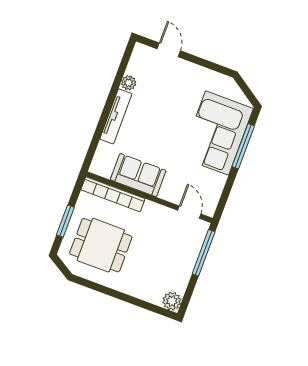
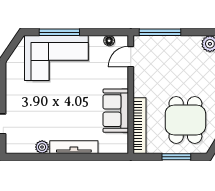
floor lamp: (215, 196) -> (109, 41), added

